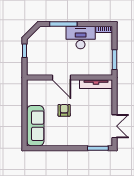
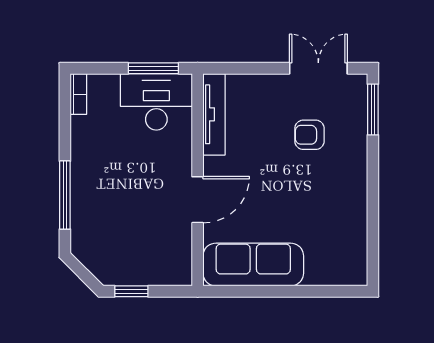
desk: (81, 37) -> (156, 102), moved, turned 90
armchair: (64, 110) -> (309, 135), moved
sofa: (35, 126) -> (253, 265), moved

